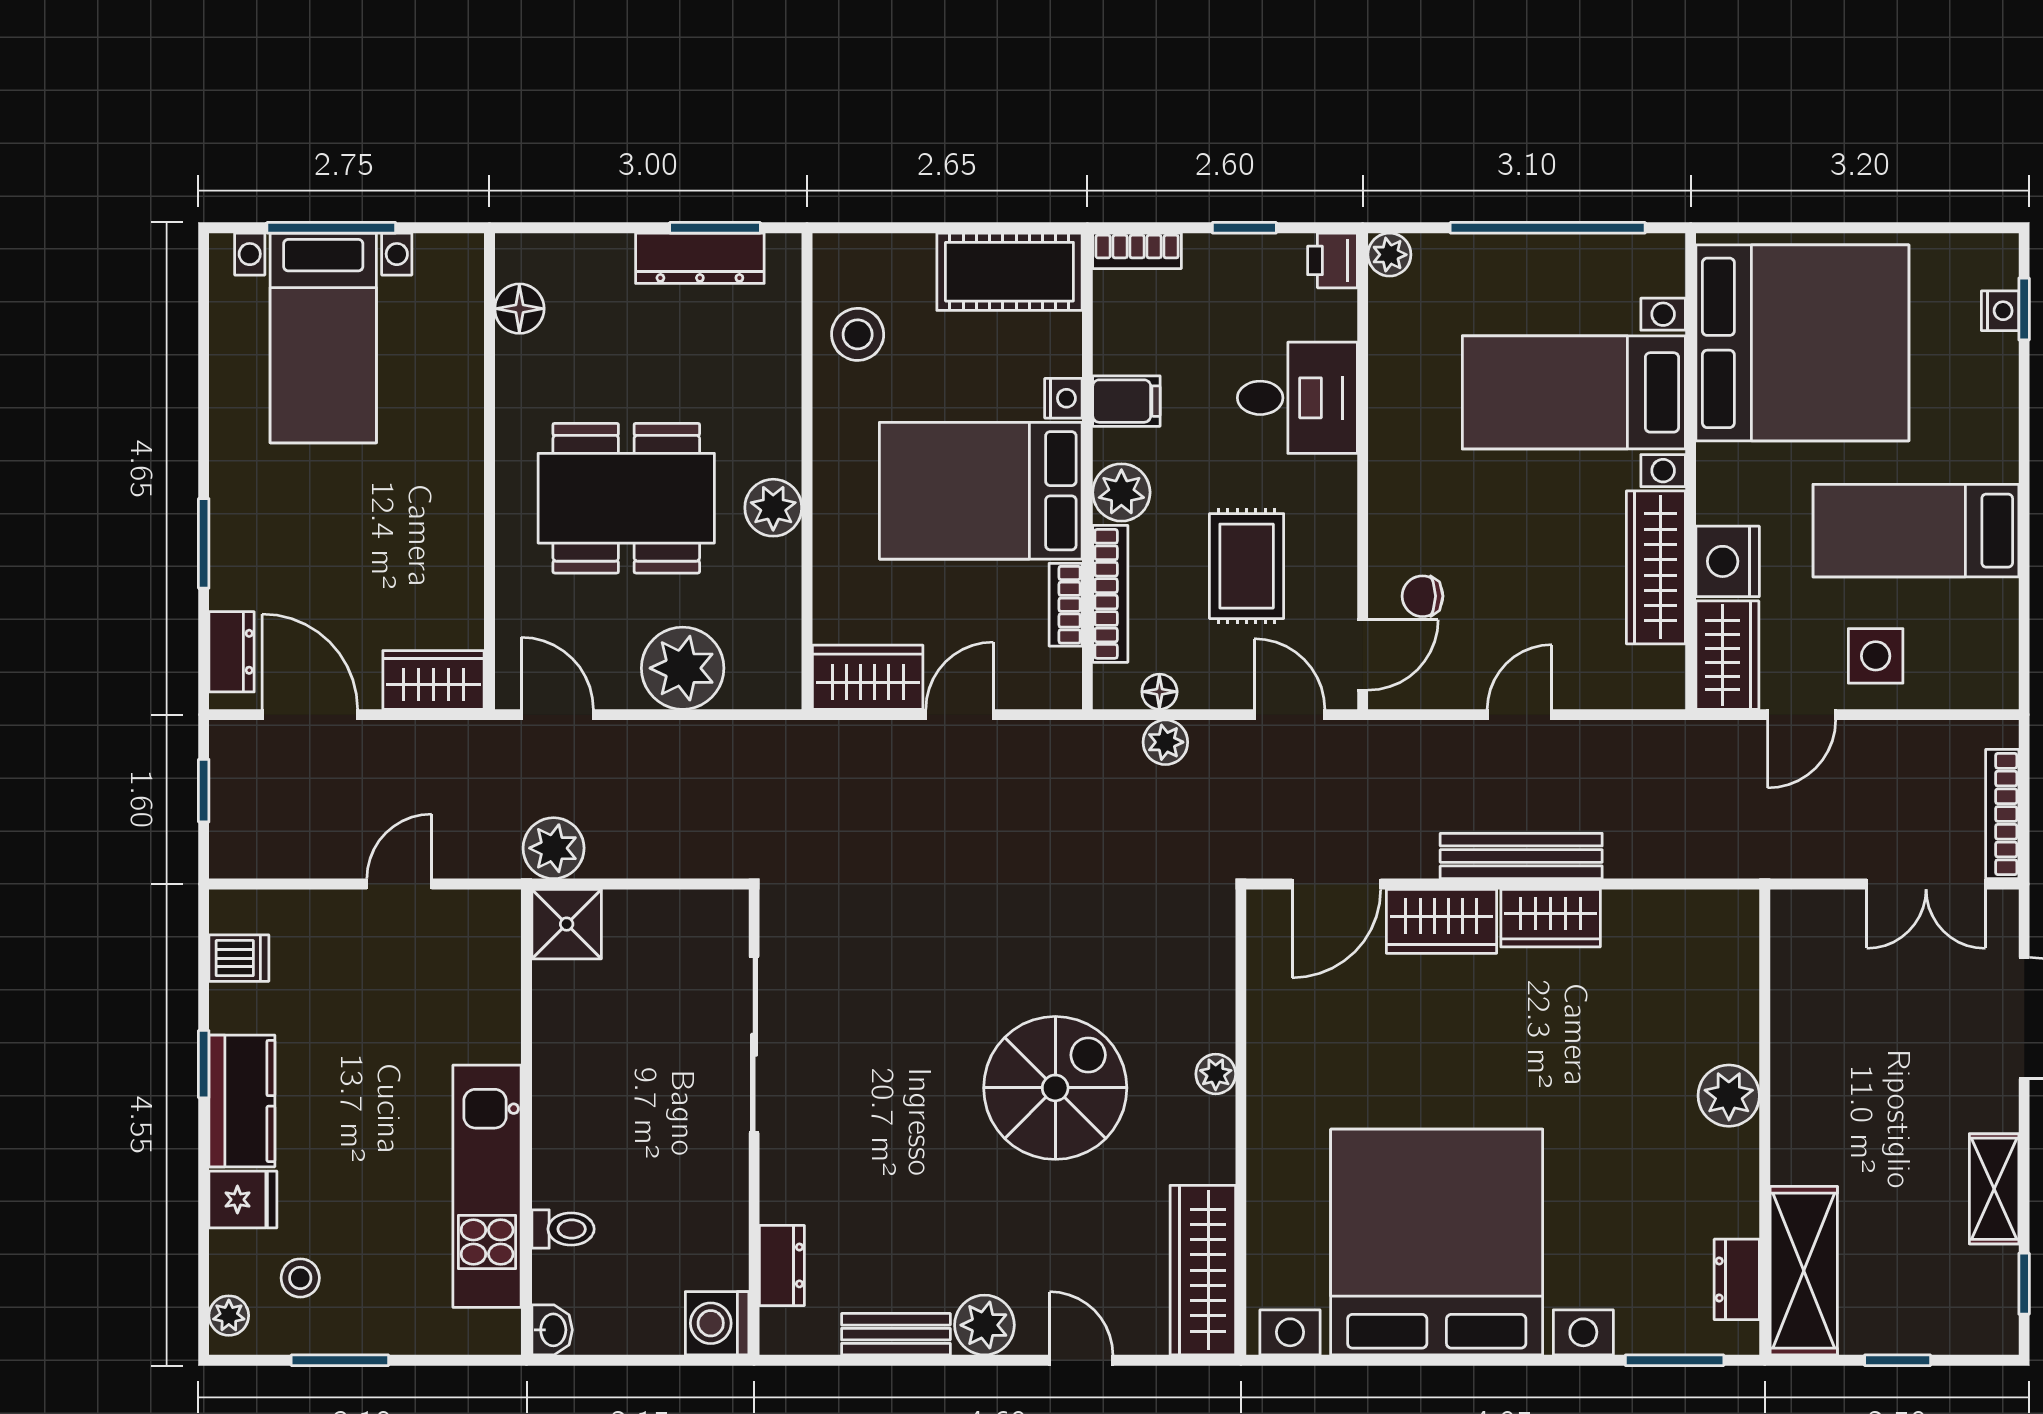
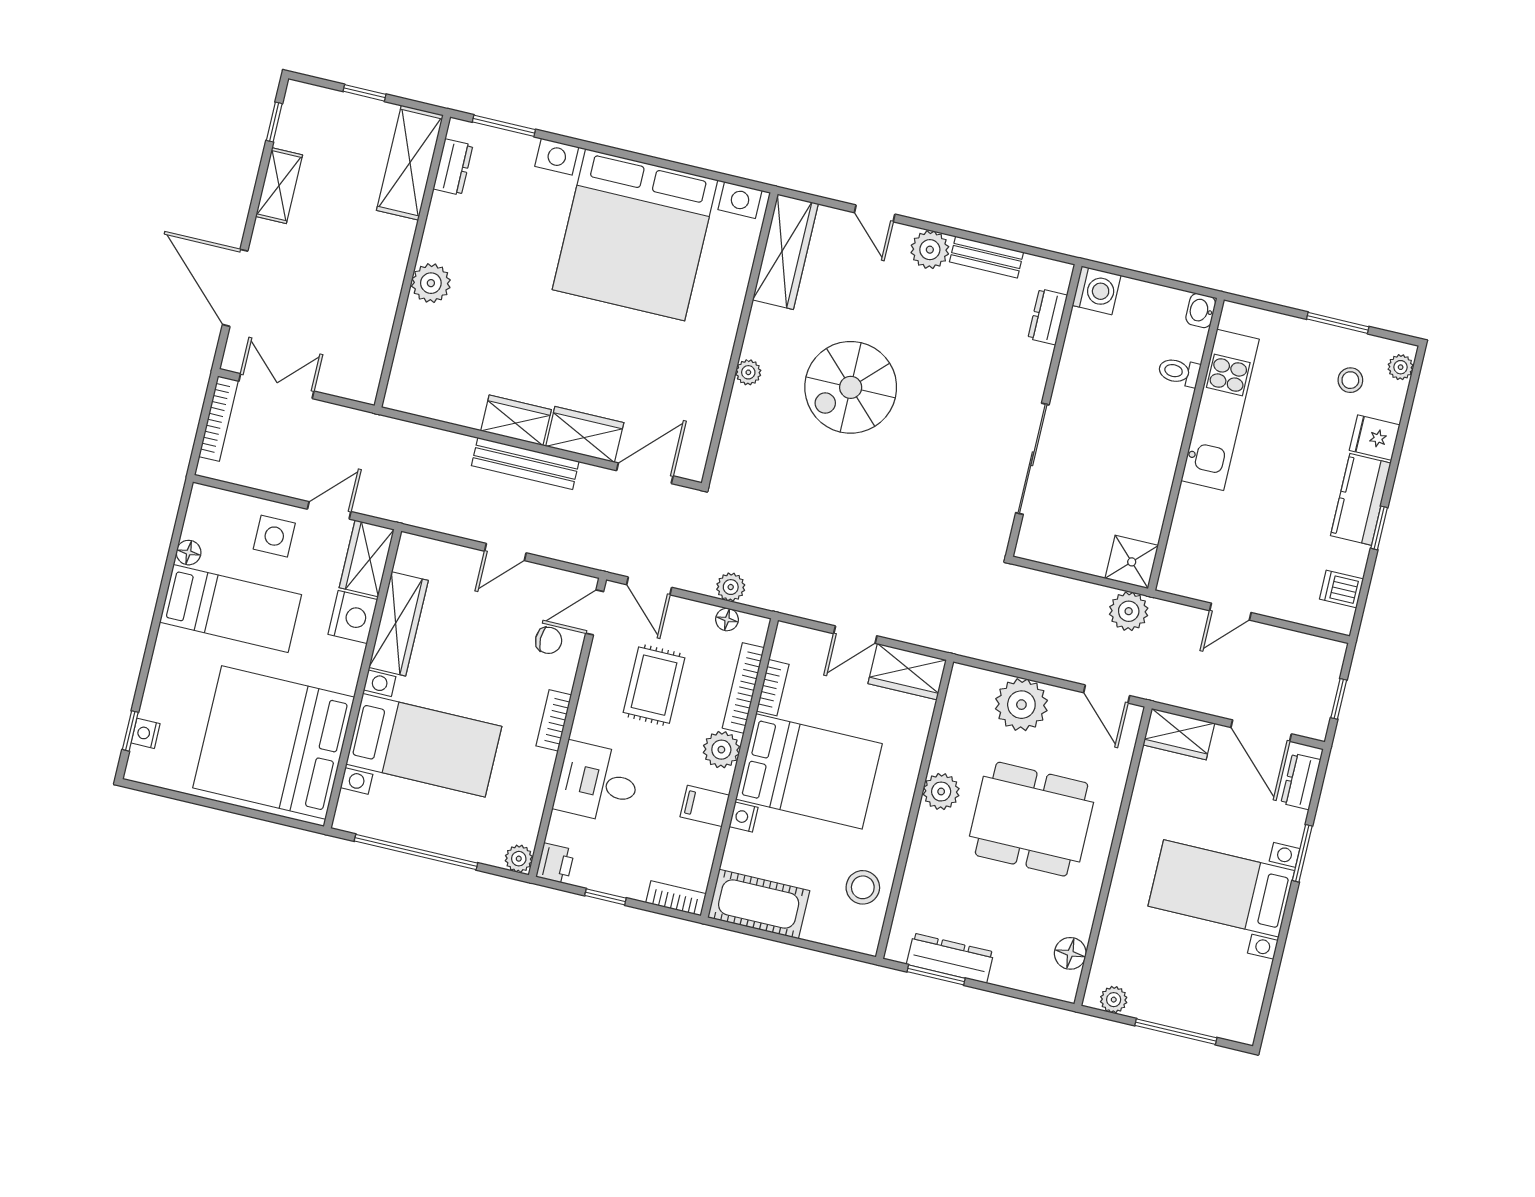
plant: (437, 254) -> (1114, 1000), added
bed with nightstands: (323, 338) -> (1221, 888), moved, turned -90
bookcase: (1386, 477) -> (554, 720), added
floor lamp: (2000, 600) -> (189, 553), added

